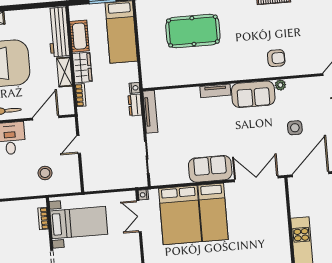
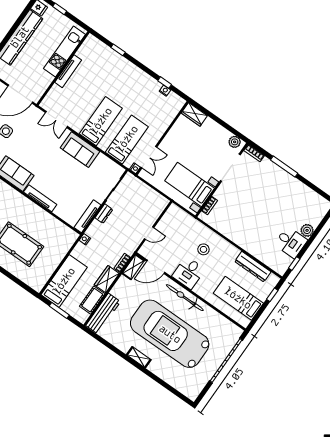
shelving: (64, 72) -> (133, 267), moved
tv unit: (215, 91) -> (40, 198), width x1.41
dresser: (135, 105) -> (104, 214), moved
stool: (45, 173) -> (203, 249), moved
double door: (256, 179) -> (56, 119), width x0.73
bed: (180, 215) -> (127, 139), width x0.67
tv unit: (283, 234) -> (68, 71), added

